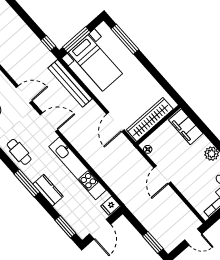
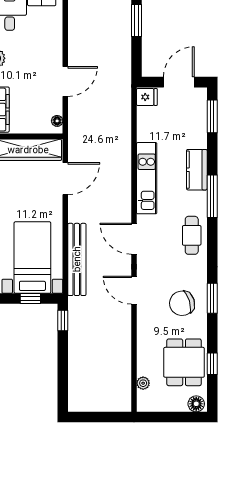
window: (77, 40) -> (30, 299), width x0.46
kitchen unit: (78, 168) -> (147, 178), width x0.73

